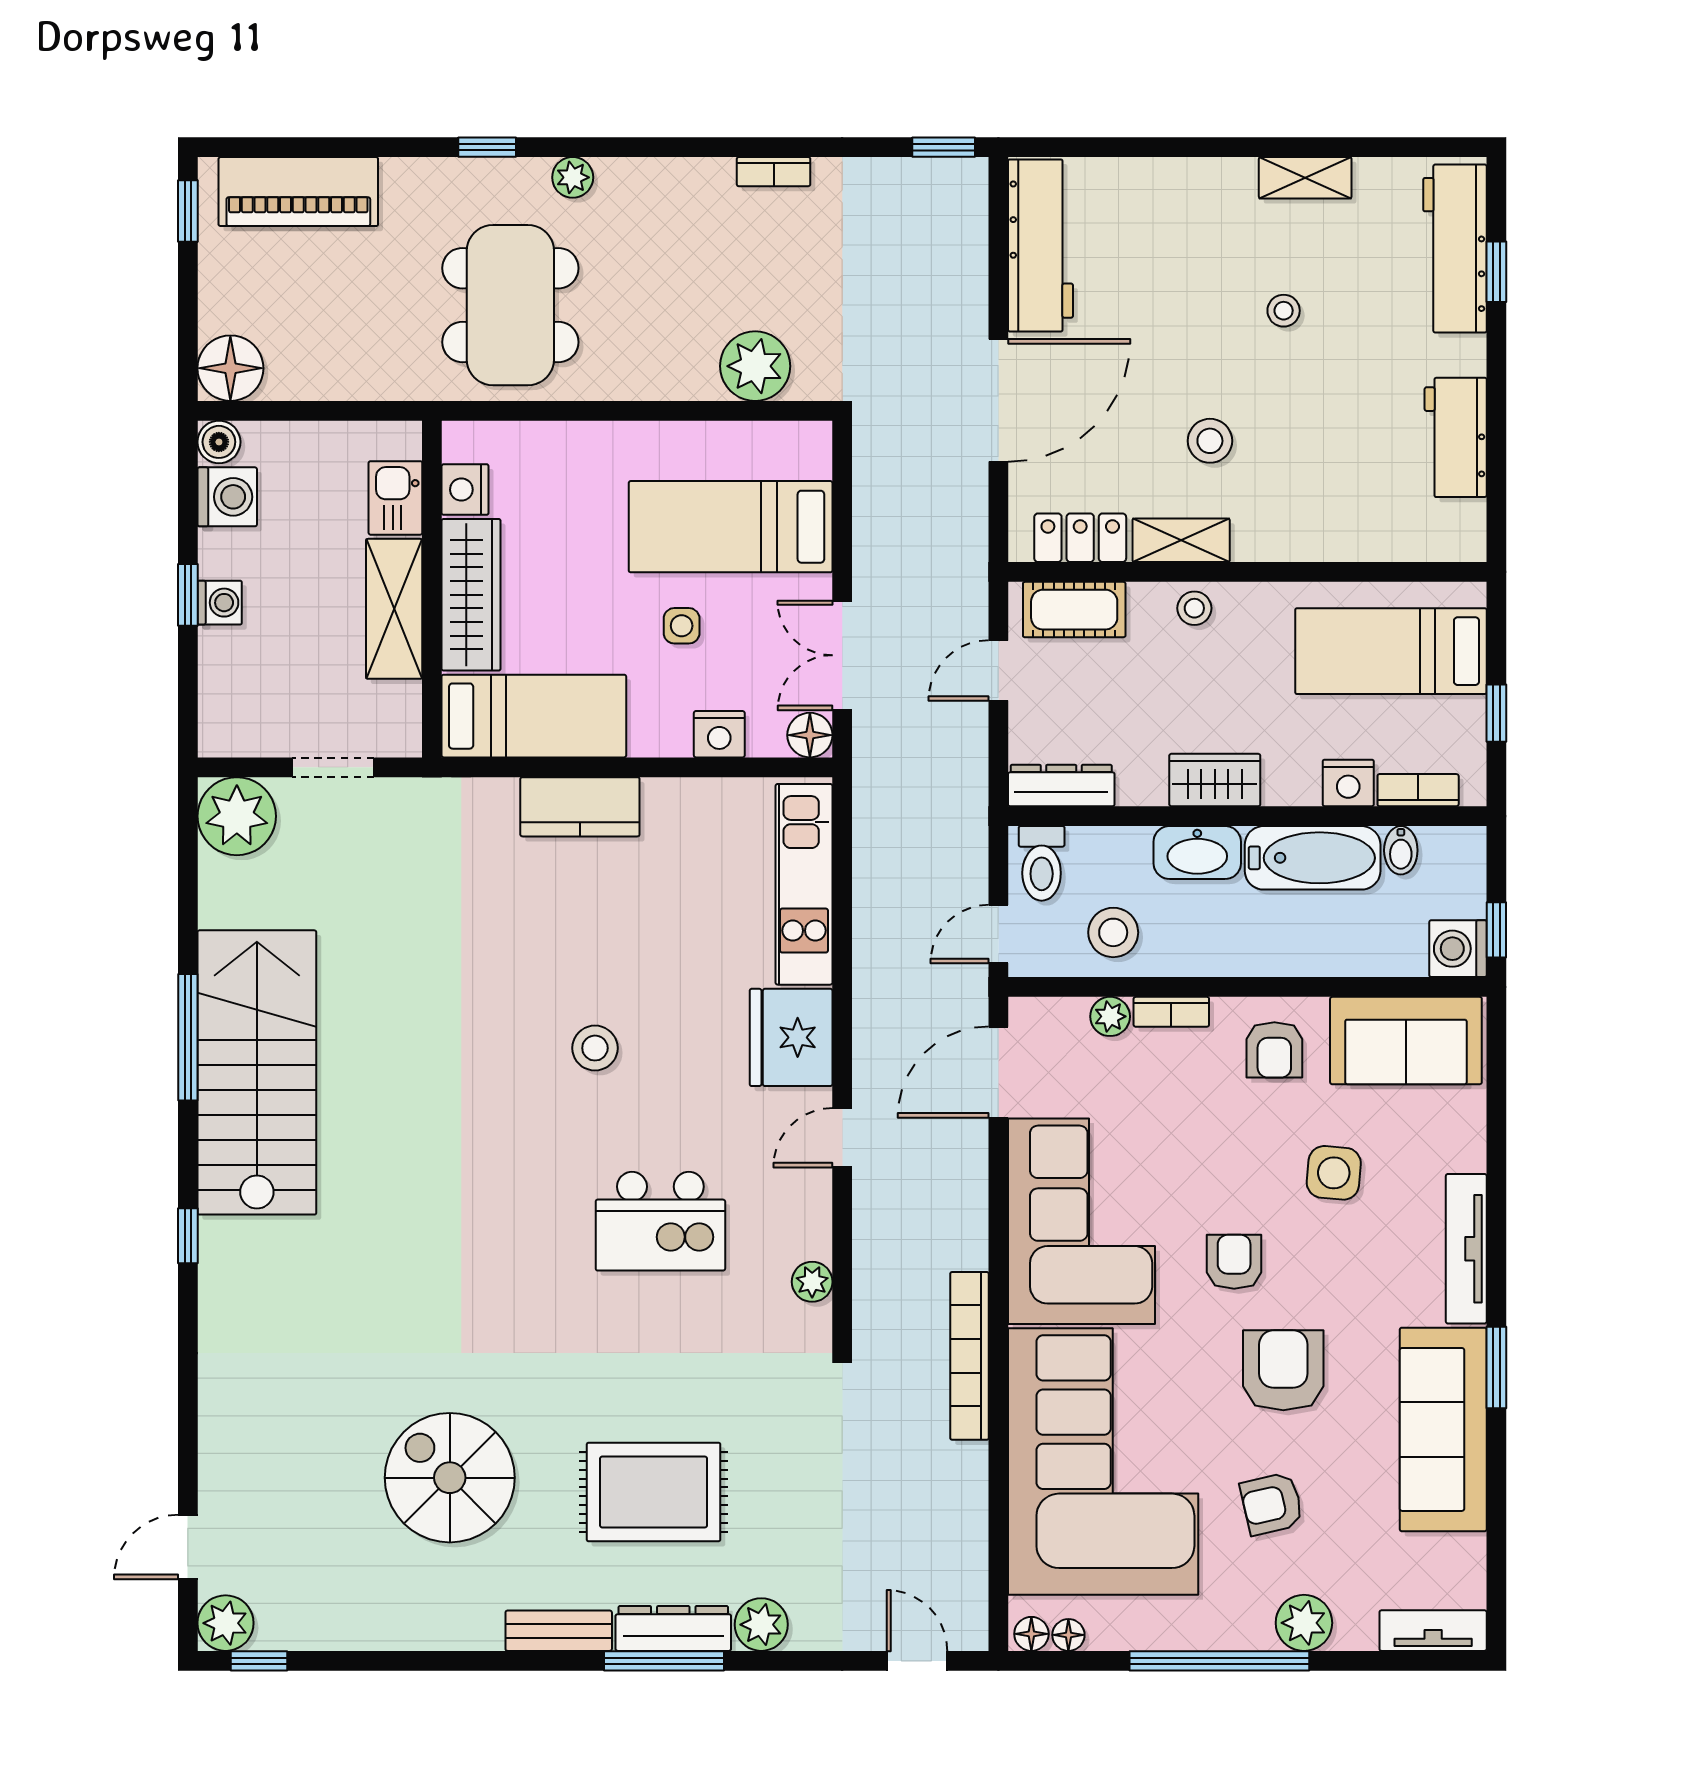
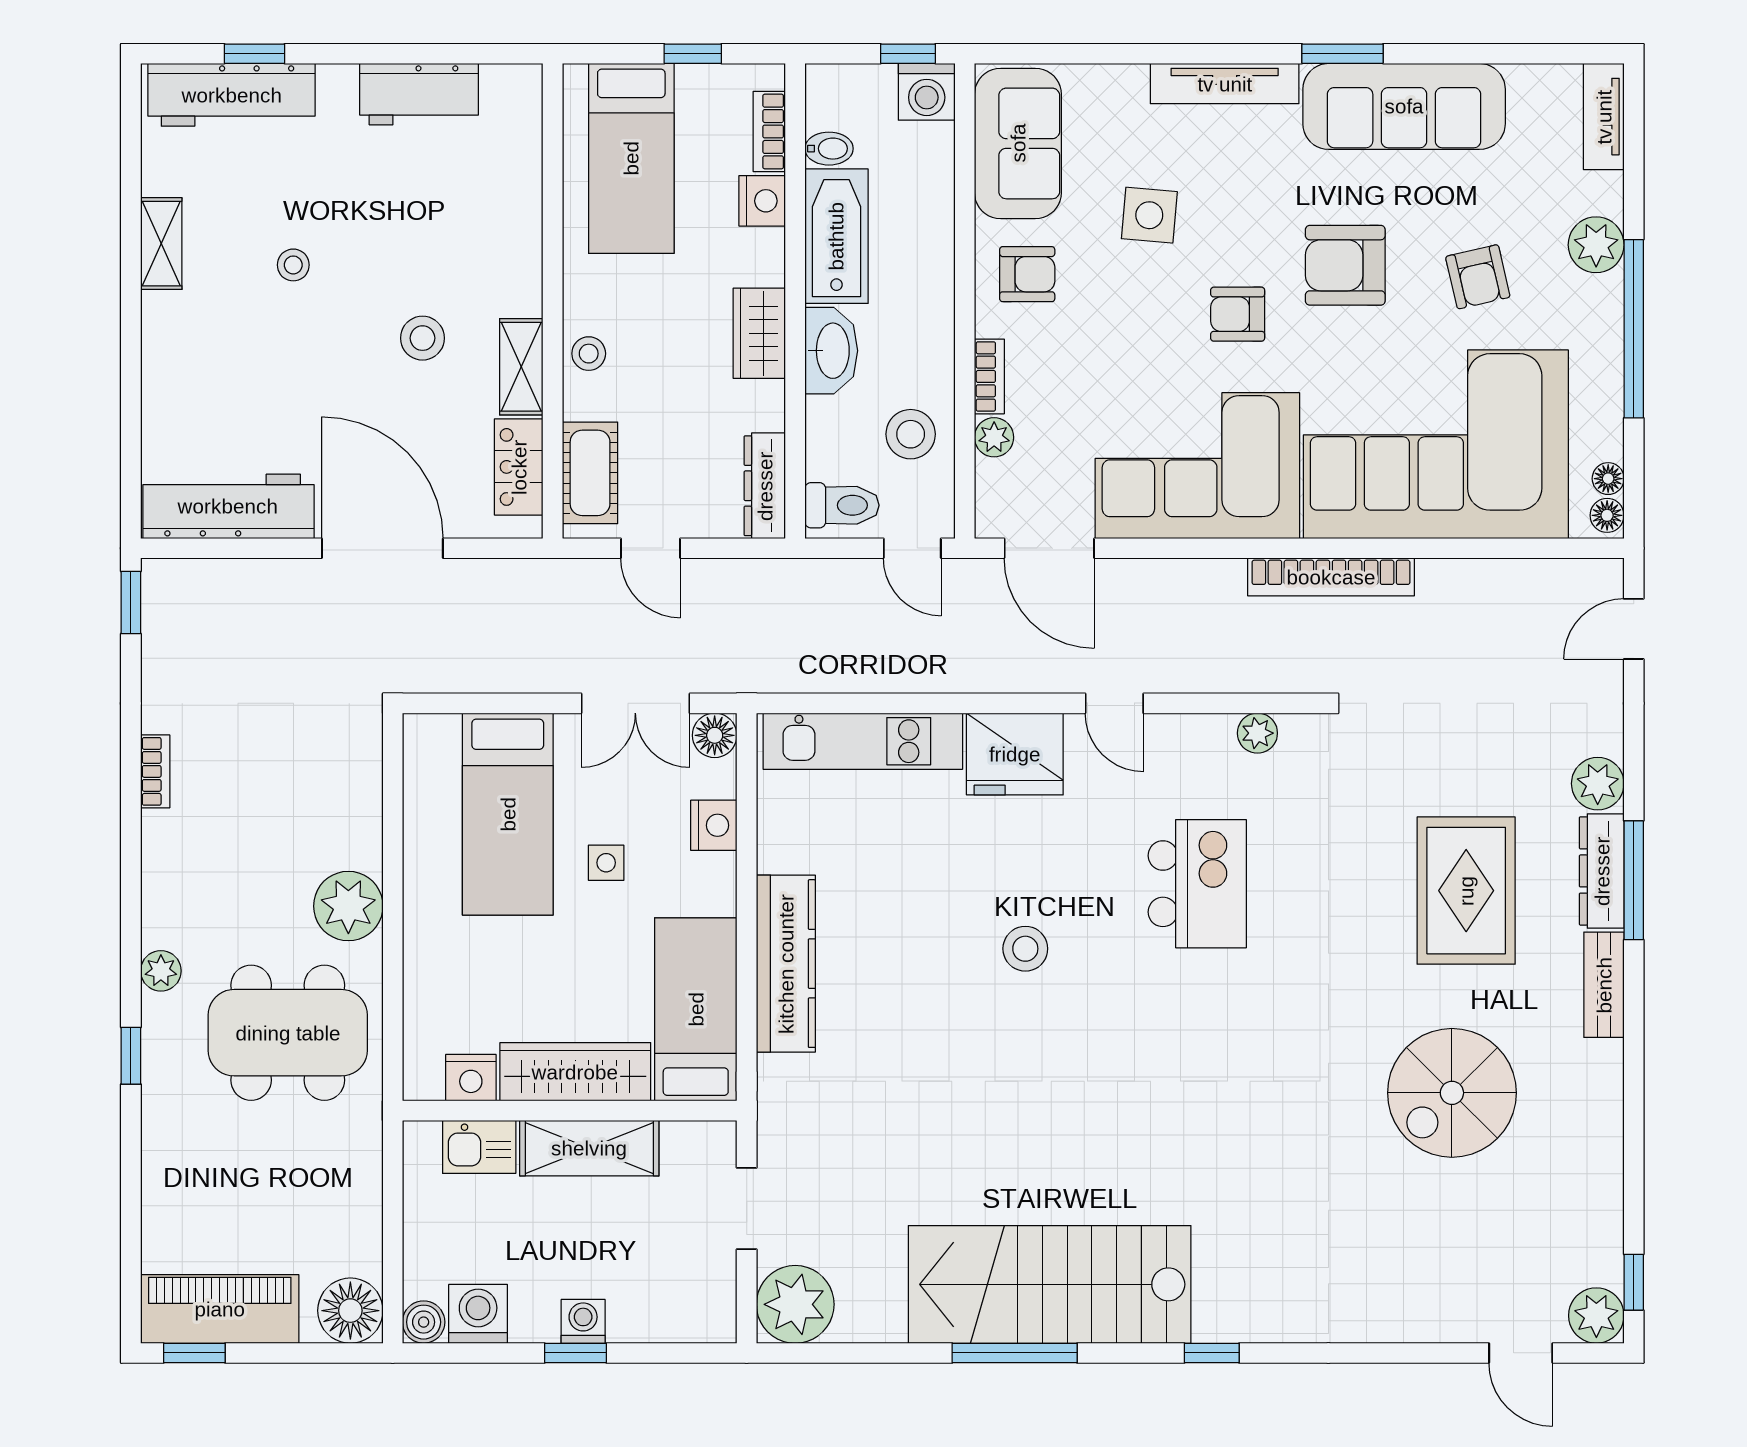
piano: (298, 192) -> (220, 1309), moved, turned -90
plant: (755, 366) -> (348, 906), moved
kitchen counter: (580, 807) -> (786, 964), width x1.50

